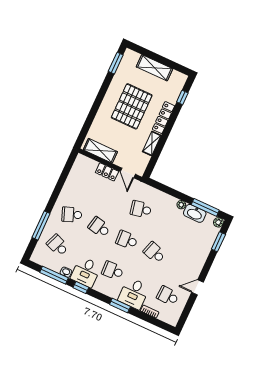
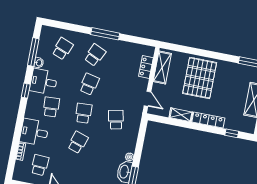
pallet: (132, 106) -> (200, 78), moved, turned 90
locker: (107, 172) -> (146, 67), moved
door: (128, 173) -> (147, 99), swing flipped
school desk: (72, 215) -> (95, 55), turned 45
window: (41, 225) -> (105, 34), moved
window: (81, 288) -> (26, 91), moved
window: (120, 305) -> (20, 122), removed

